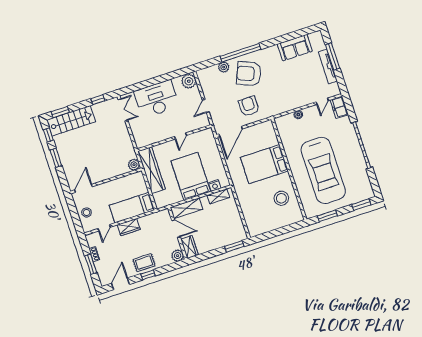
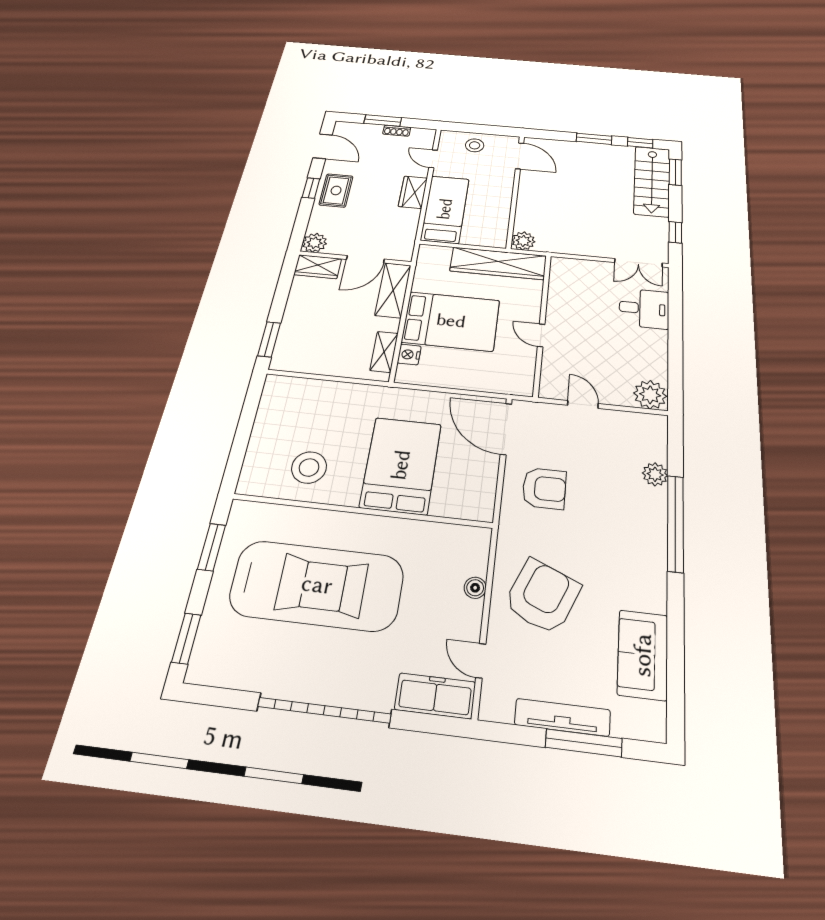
armchair: (249, 74) -> (542, 596), moved
desk: (157, 99) -> (644, 308), width x0.53, depth x0.77
freezer: (339, 107) -> (435, 696), width x1.40
car: (323, 170) -> (317, 585), turned 180

